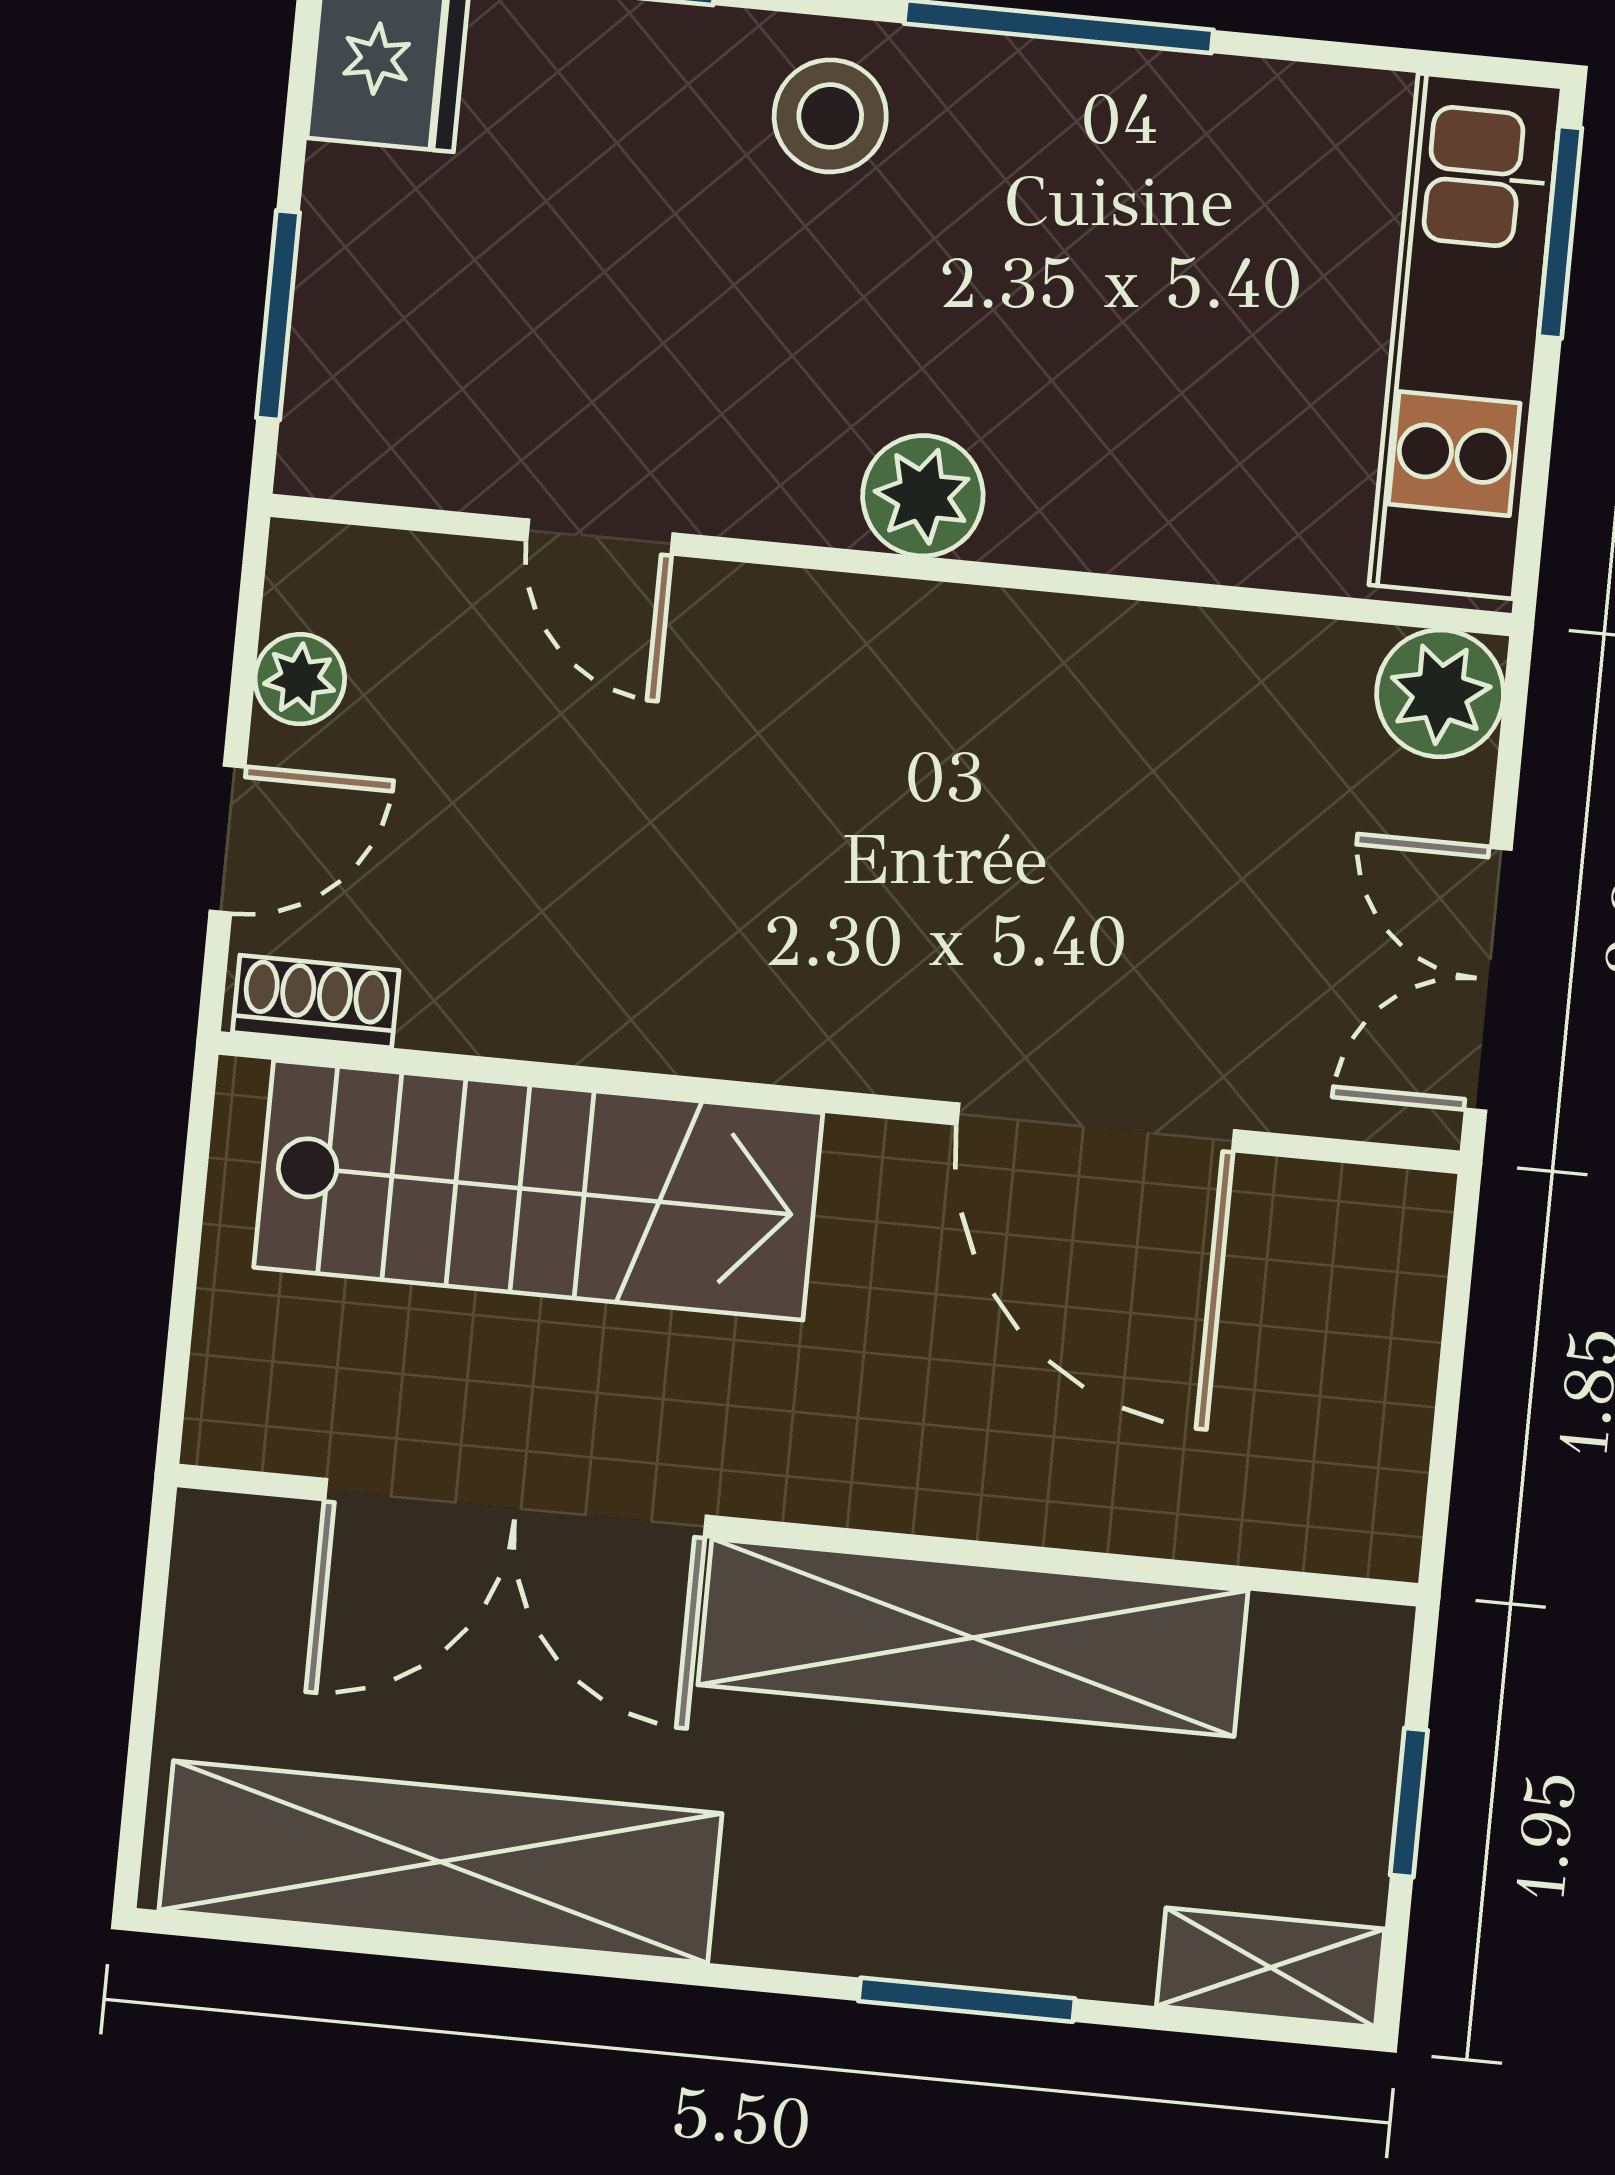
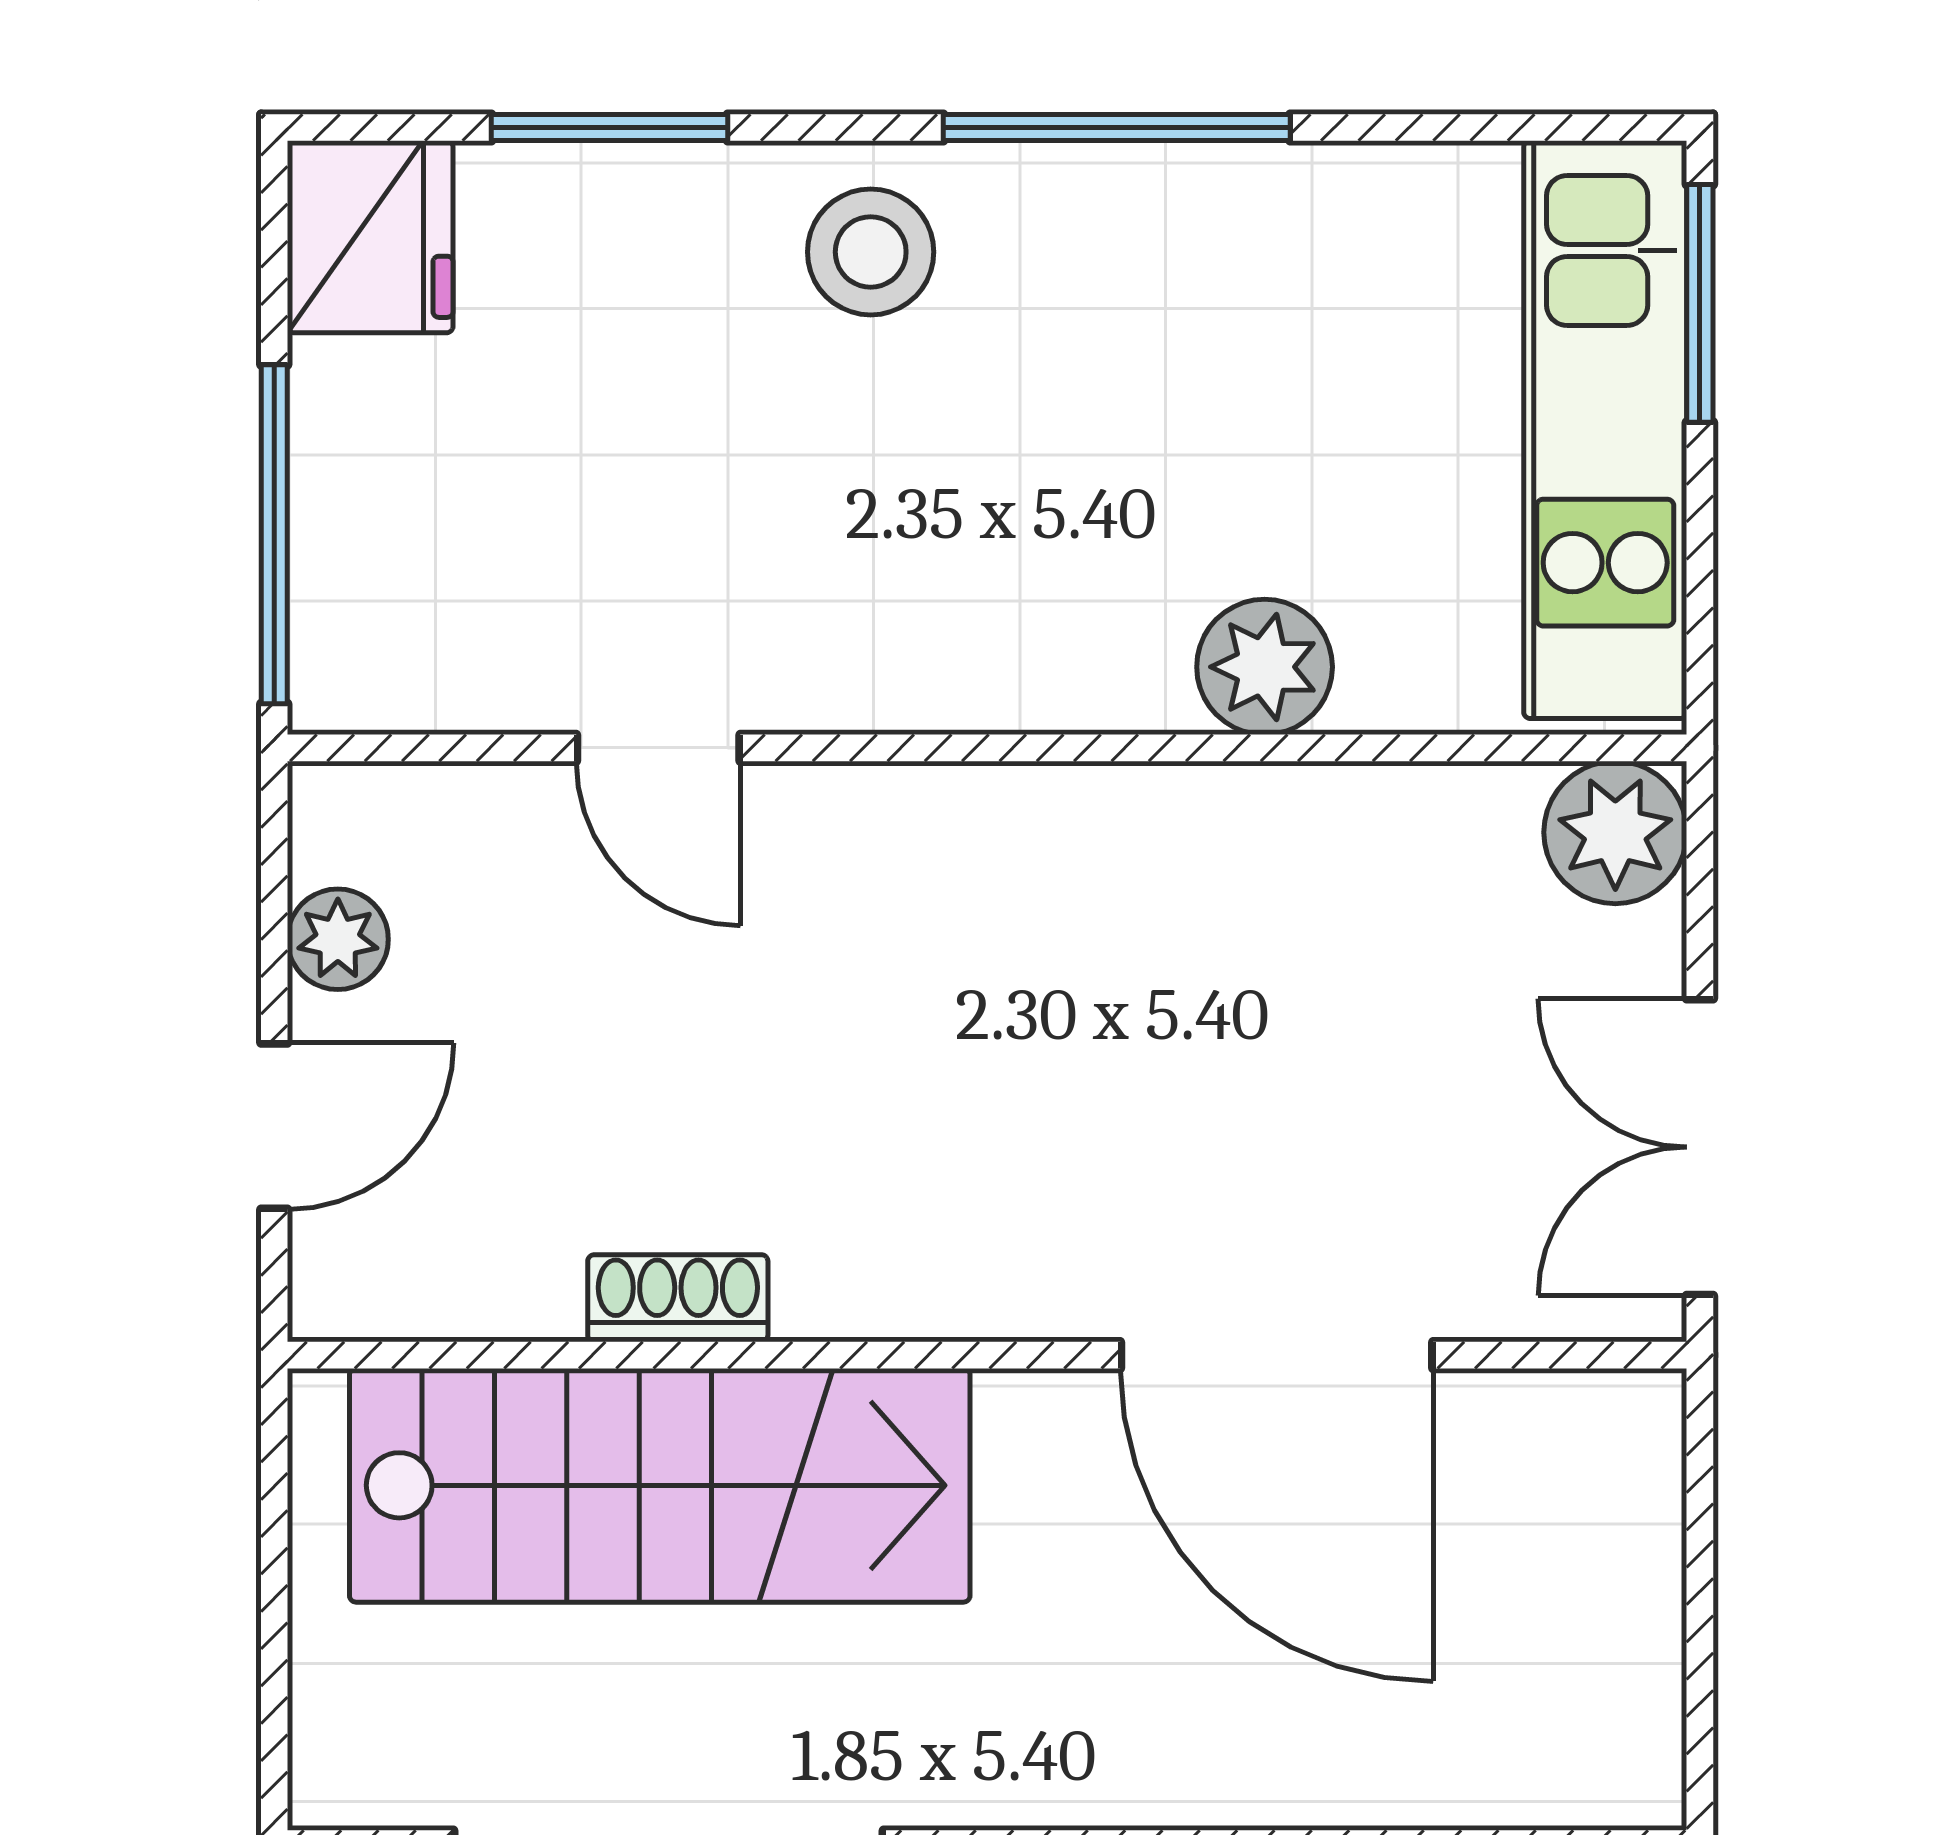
window: (278, 315) -> (274, 534), width x1.44
plant: (923, 496) -> (1265, 667), moved
shoe rack: (316, 1001) -> (678, 1298), moved

